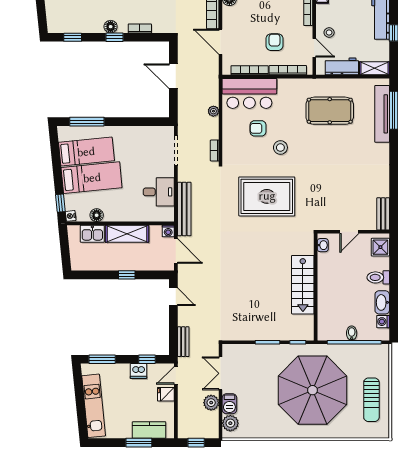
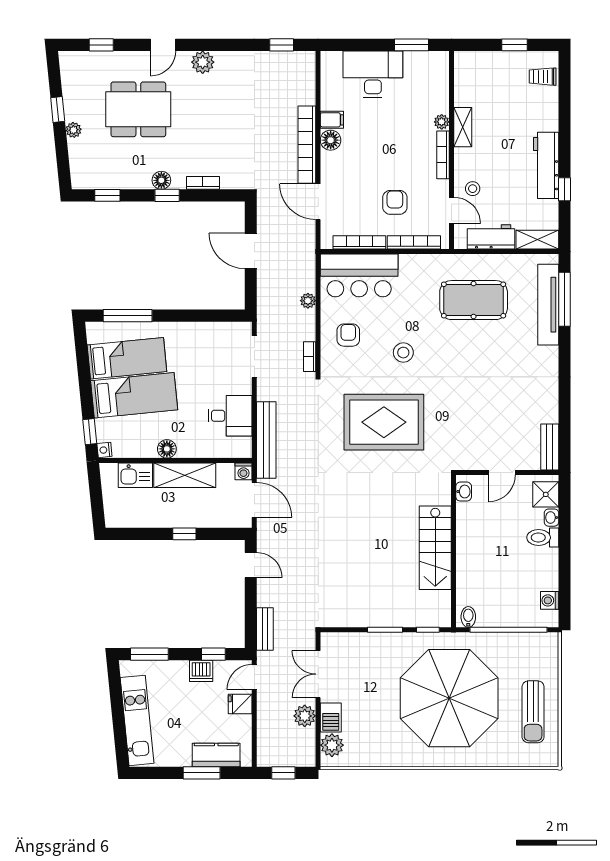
armchair: (258, 128) -> (348, 335), moved, turned 90
floor lamp: (97, 215) -> (167, 449), moved
washbasin: (382, 302) -> (551, 518), moved, width x0.52, depth x0.69
bidet: (352, 333) -> (468, 617), moved

